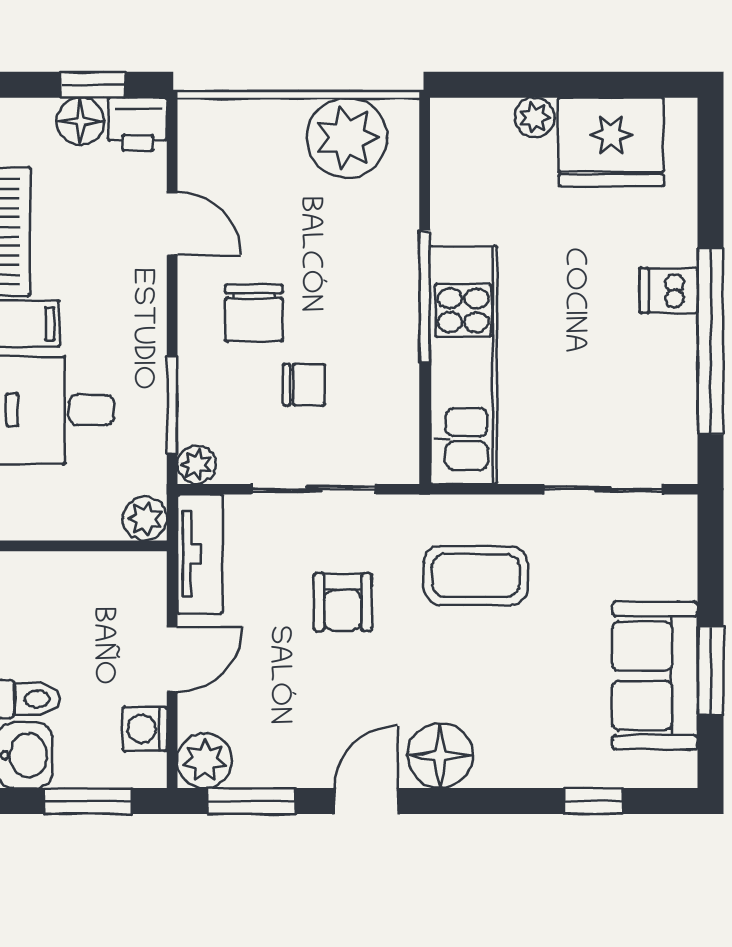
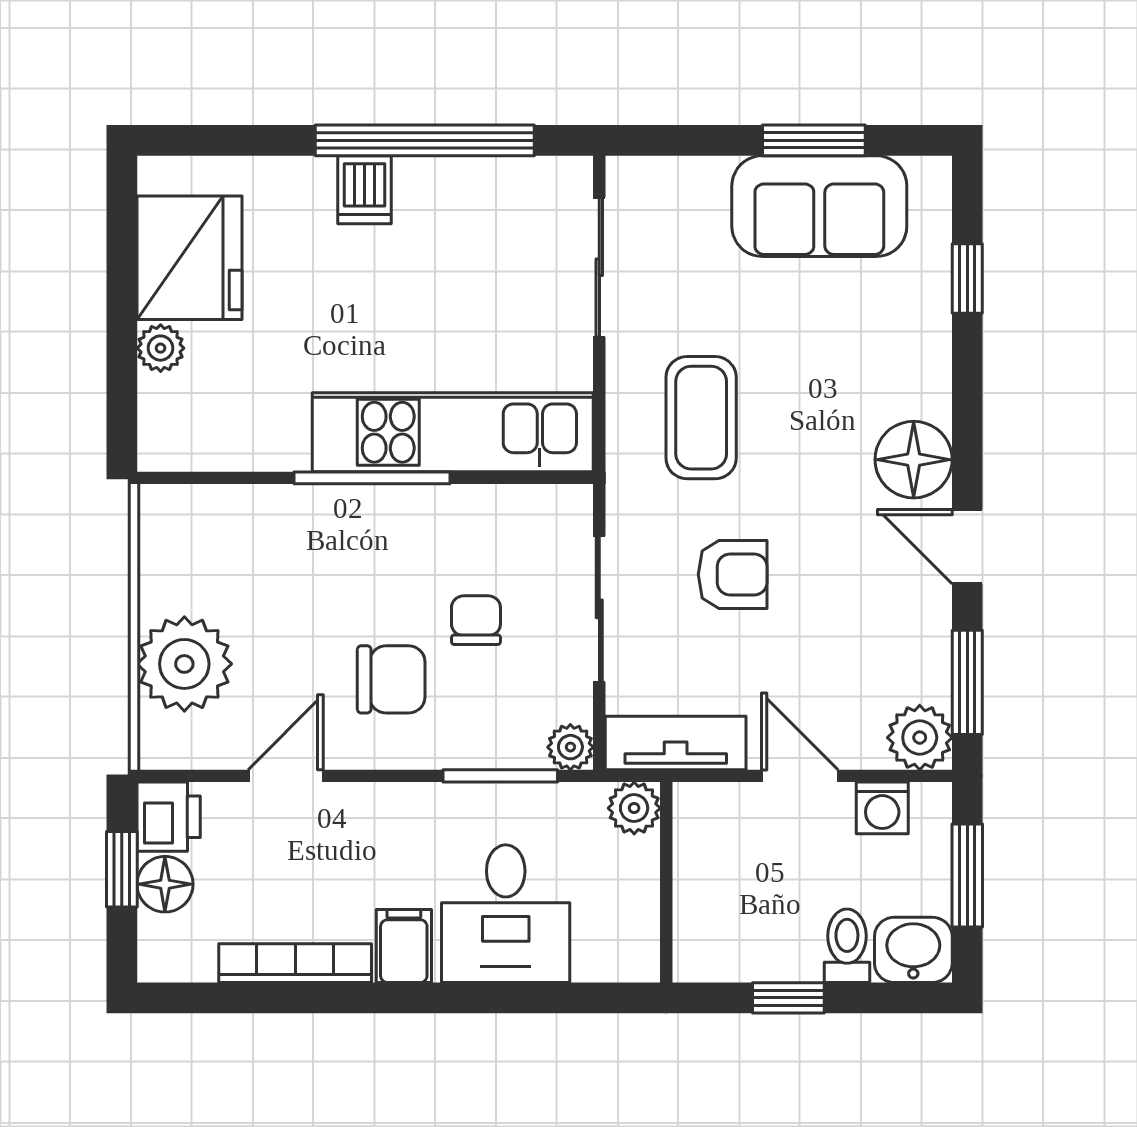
plant: (347, 138) -> (184, 664), moved

